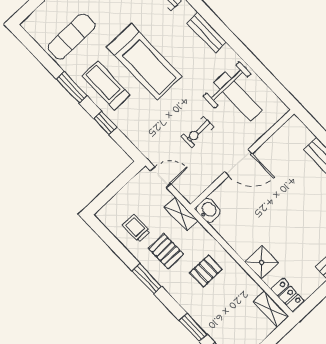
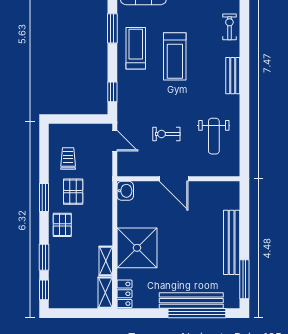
treadmill: (144, 62) -> (175, 56), width x0.73, depth x0.73
weight bench: (238, 97) -> (214, 136), width x0.73, depth x0.75
window: (105, 123) -> (112, 92), moved
shelving: (181, 214) -> (106, 261), moved
shower: (262, 262) -> (137, 248), width x1.86, depth x1.86
pallet: (206, 271) -> (62, 225), moved, turned 90

